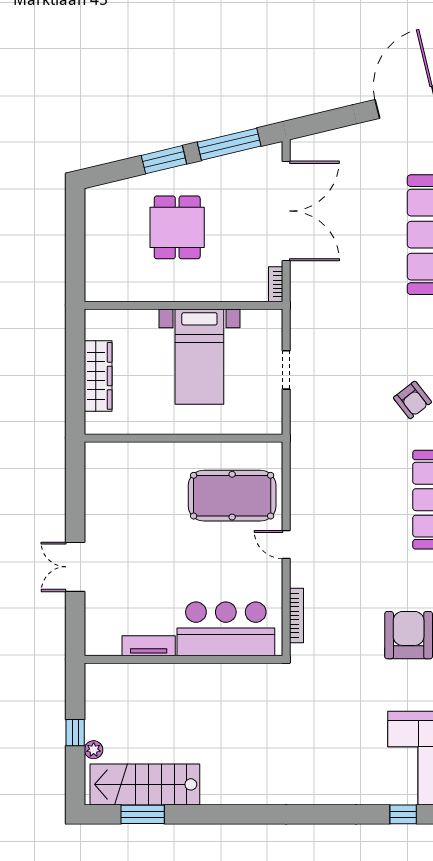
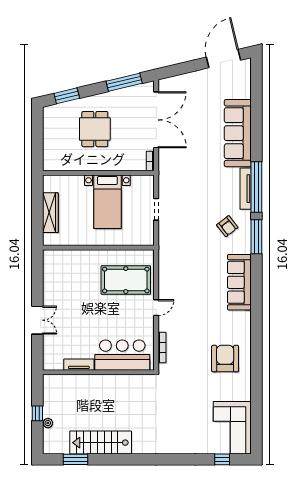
window: (164, 160) -> (67, 96), moved
door: (286, 545) -> (156, 308), swing flipped
double door: (75, 567) -> (37, 320), swing flipped
stairs: (145, 784) -> (101, 443), moved

